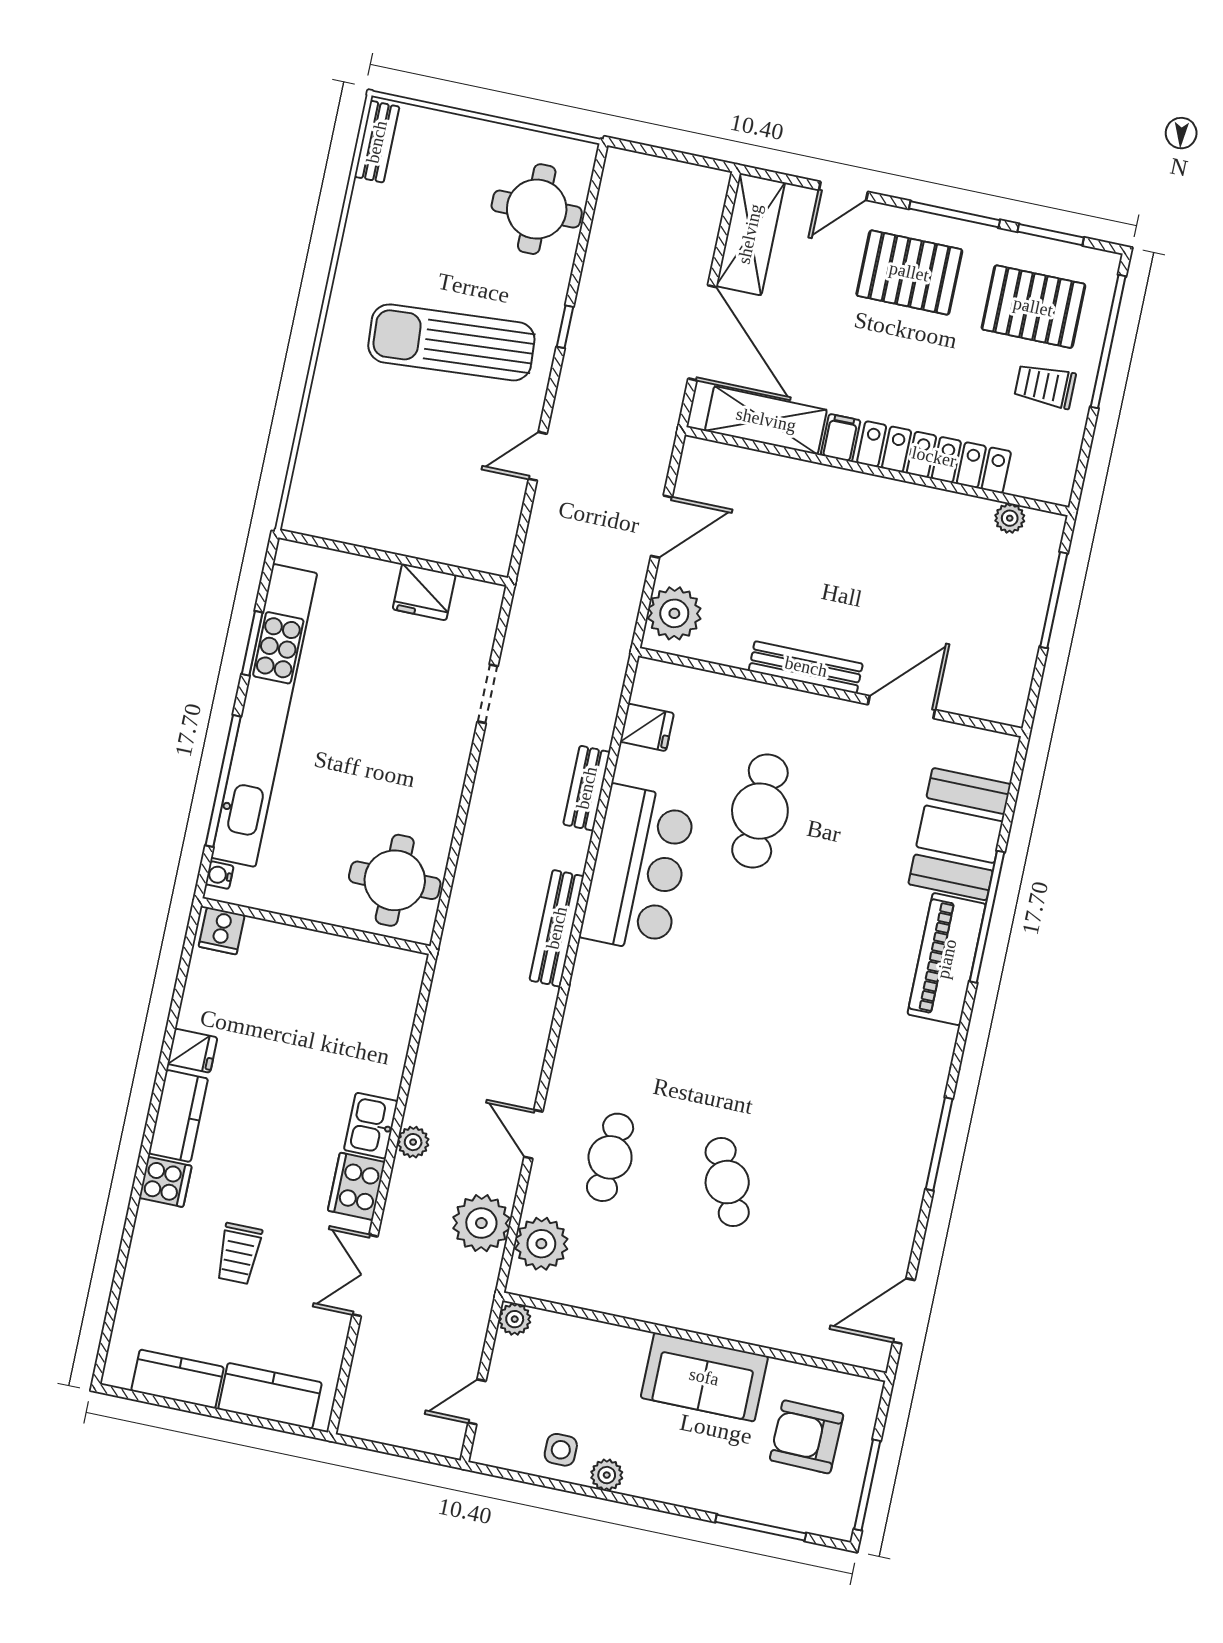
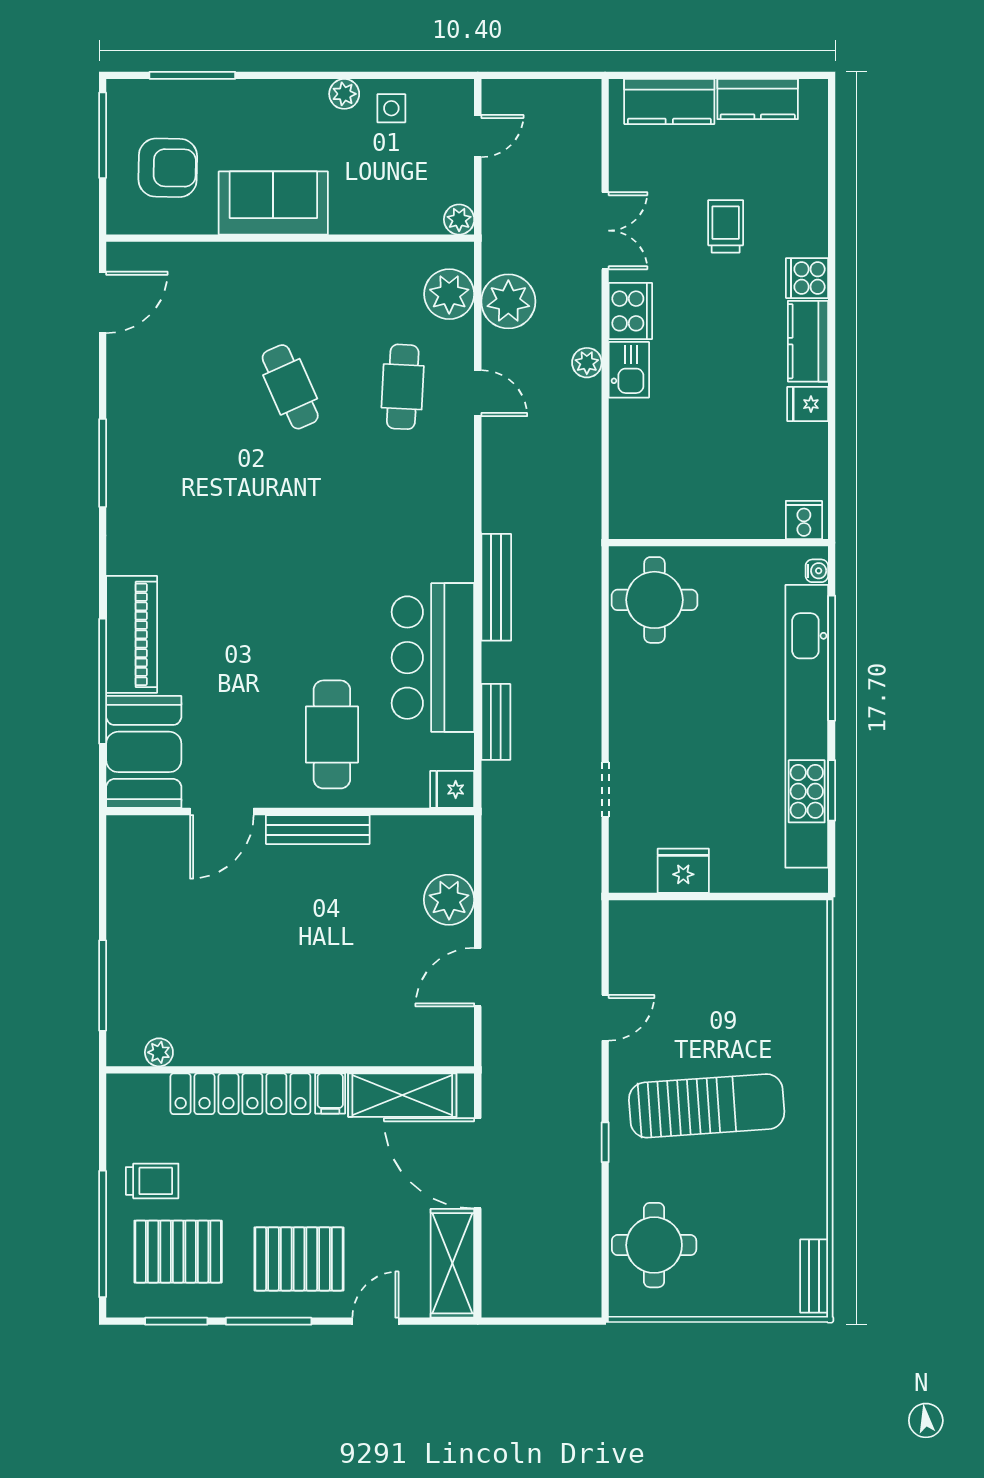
bench: (806, 667) -> (318, 830), moved
wall: (830, 692) -> (290, 812), moved
door: (902, 707) -> (222, 812), moved

